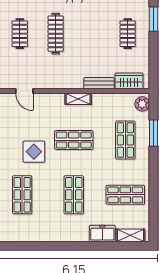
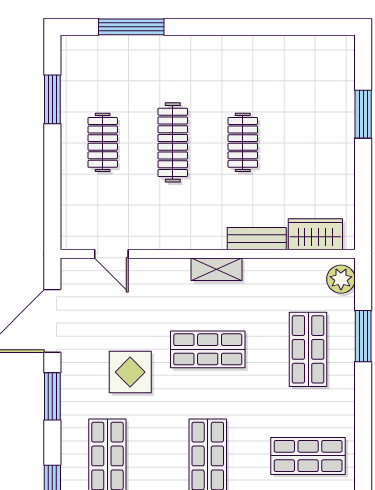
clothes rail: (128, 34) -> (243, 142), moved

